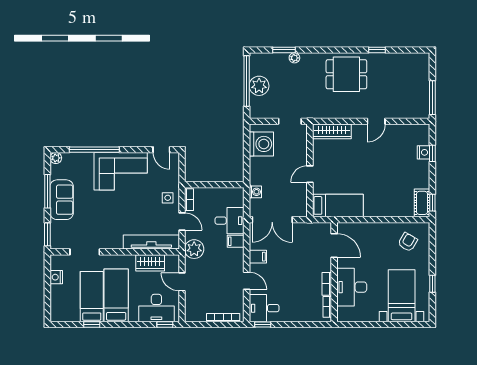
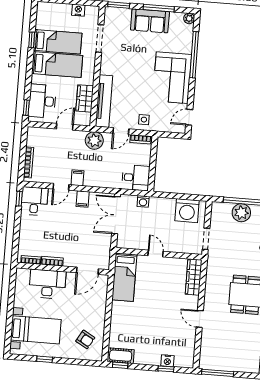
desk: (230, 221) -> (136, 178), moved, turned -90
filing cabinet: (236, 241) -> (77, 178), moved

